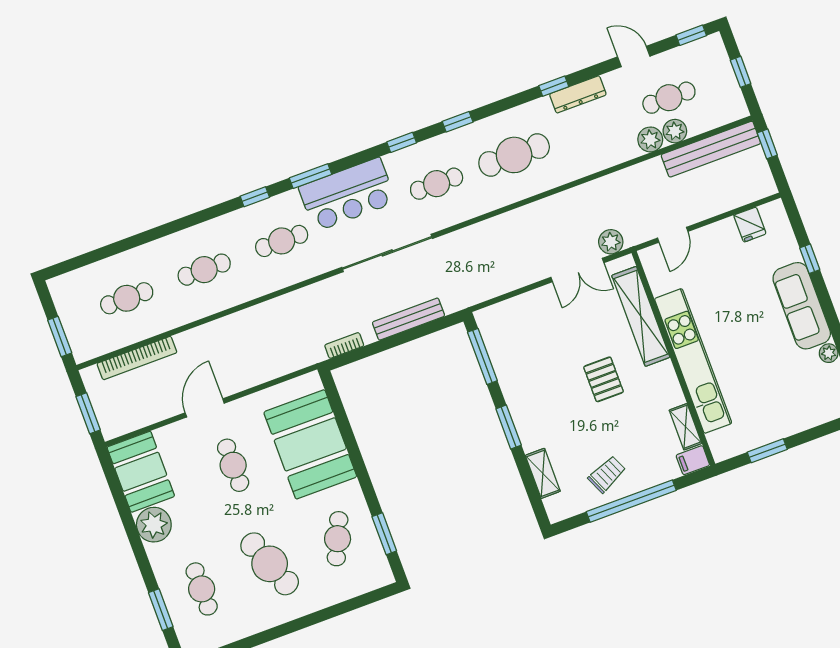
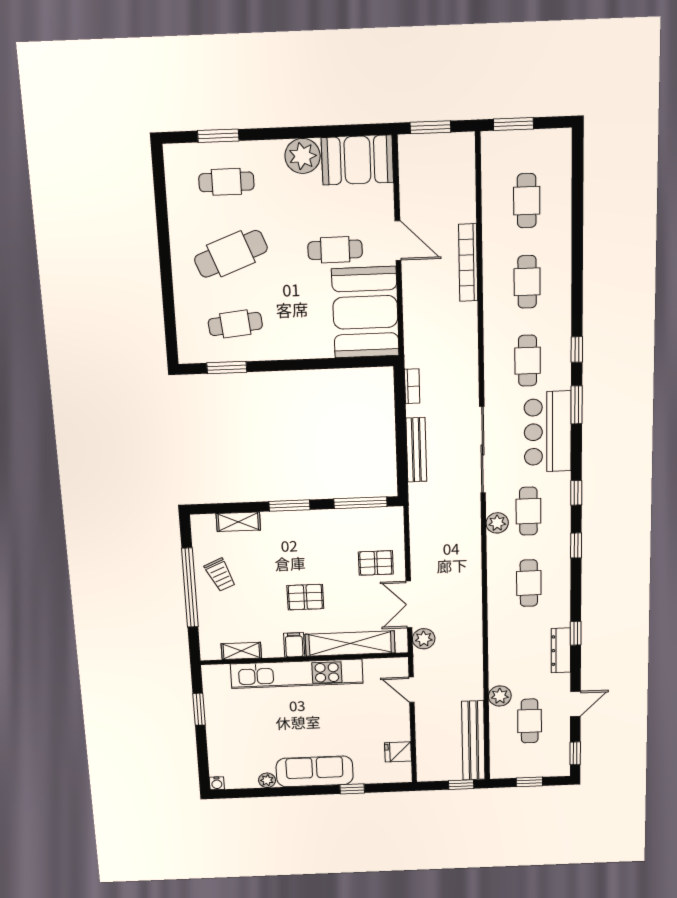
plant: (675, 131) -> (497, 523), moved
cafe table: (514, 155) -> (529, 583), width x0.73, depth x0.74
pallet: (543, 319) -> (376, 563), added
bookcase: (137, 358) -> (468, 263), moved
booth: (310, 444) -> (365, 312), moved, turned 90
filing cabinet: (693, 460) -> (294, 645), moved
cafe table: (338, 539) -> (235, 324), turned -30

